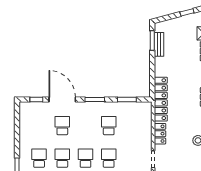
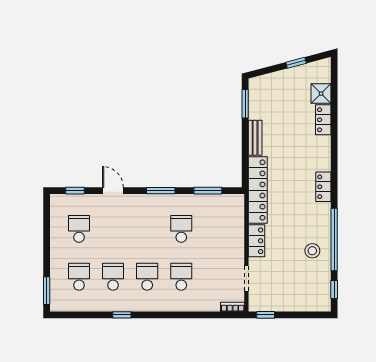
bench: (159, 44) -> (255, 138), moved
door: (62, 100) -> (113, 191), width x0.53
school desk: (62, 126) -> (79, 229), moved

